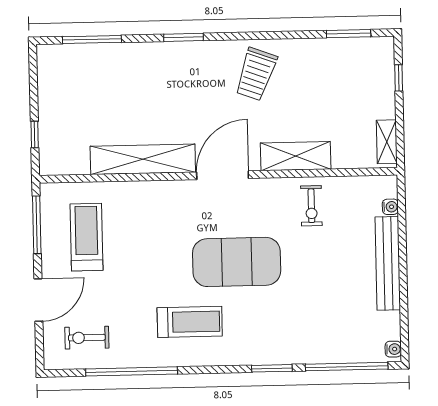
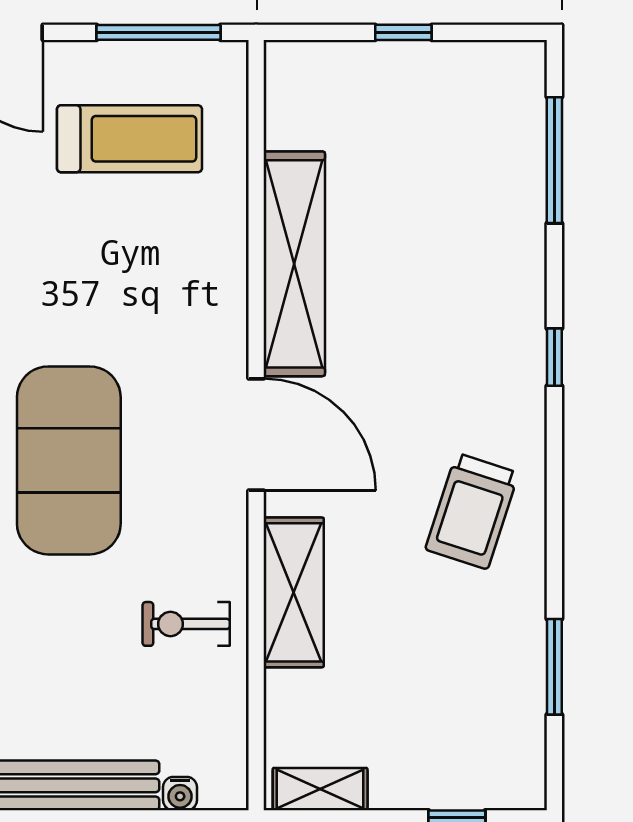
window: (349, 34) -> (554, 667), moved
window: (184, 37) -> (554, 357), width x0.67
trolley: (256, 74) -> (472, 511), turned -92
window: (35, 135) -> (403, 32), moved

